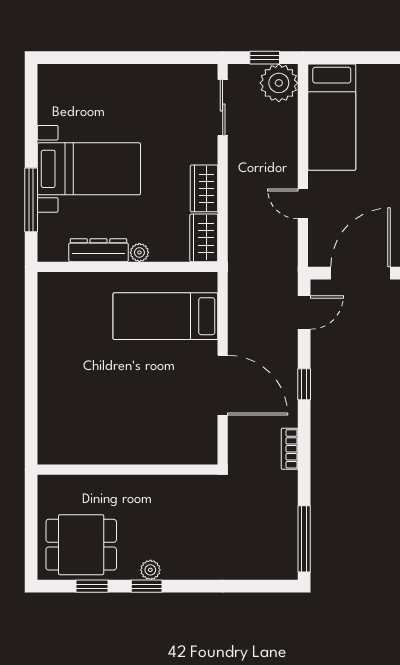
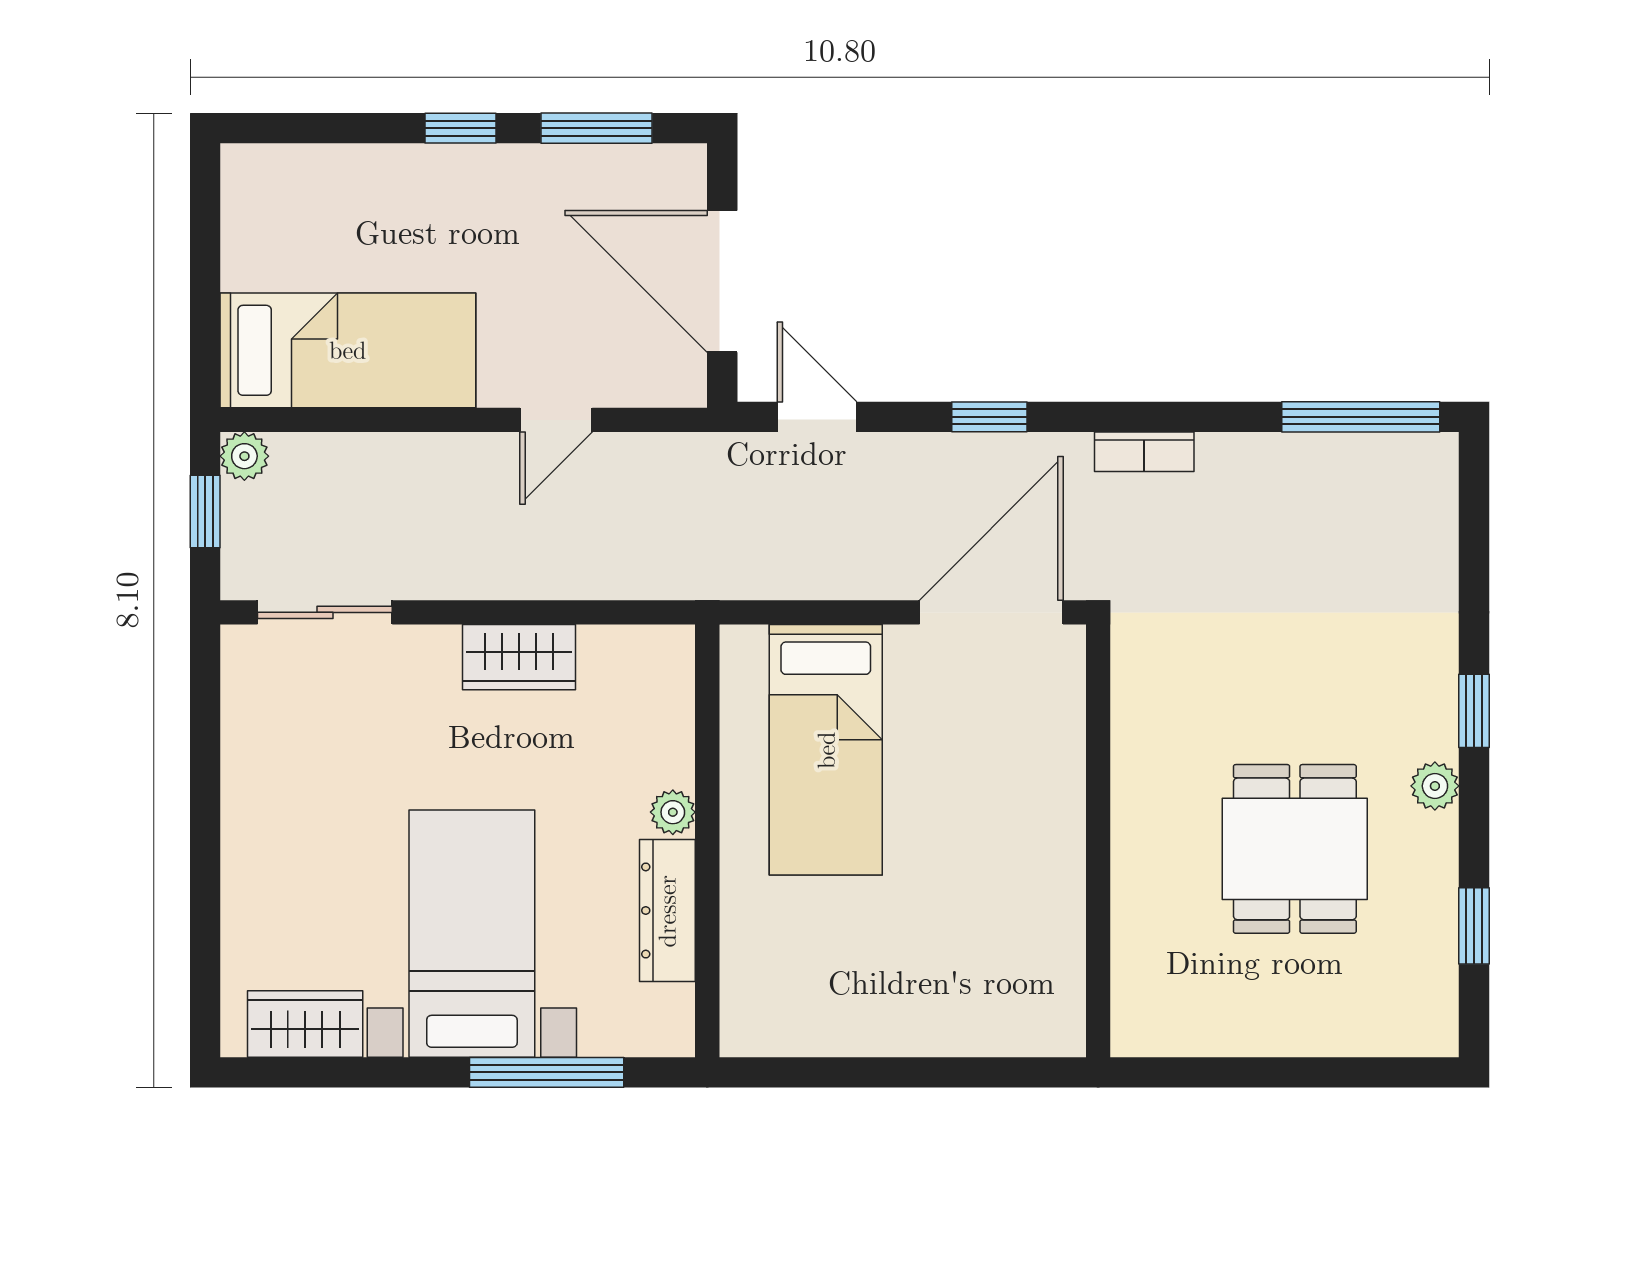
plant: (279, 83) -> (244, 456), width x0.53, depth x0.53
wardrobe: (204, 238) -> (305, 1024), moved, turned 180
wall: (128, 470) -> (1098, 841), moved
dining table: (81, 545) -> (1295, 849), moved
window: (147, 586) -> (1474, 711), moved

